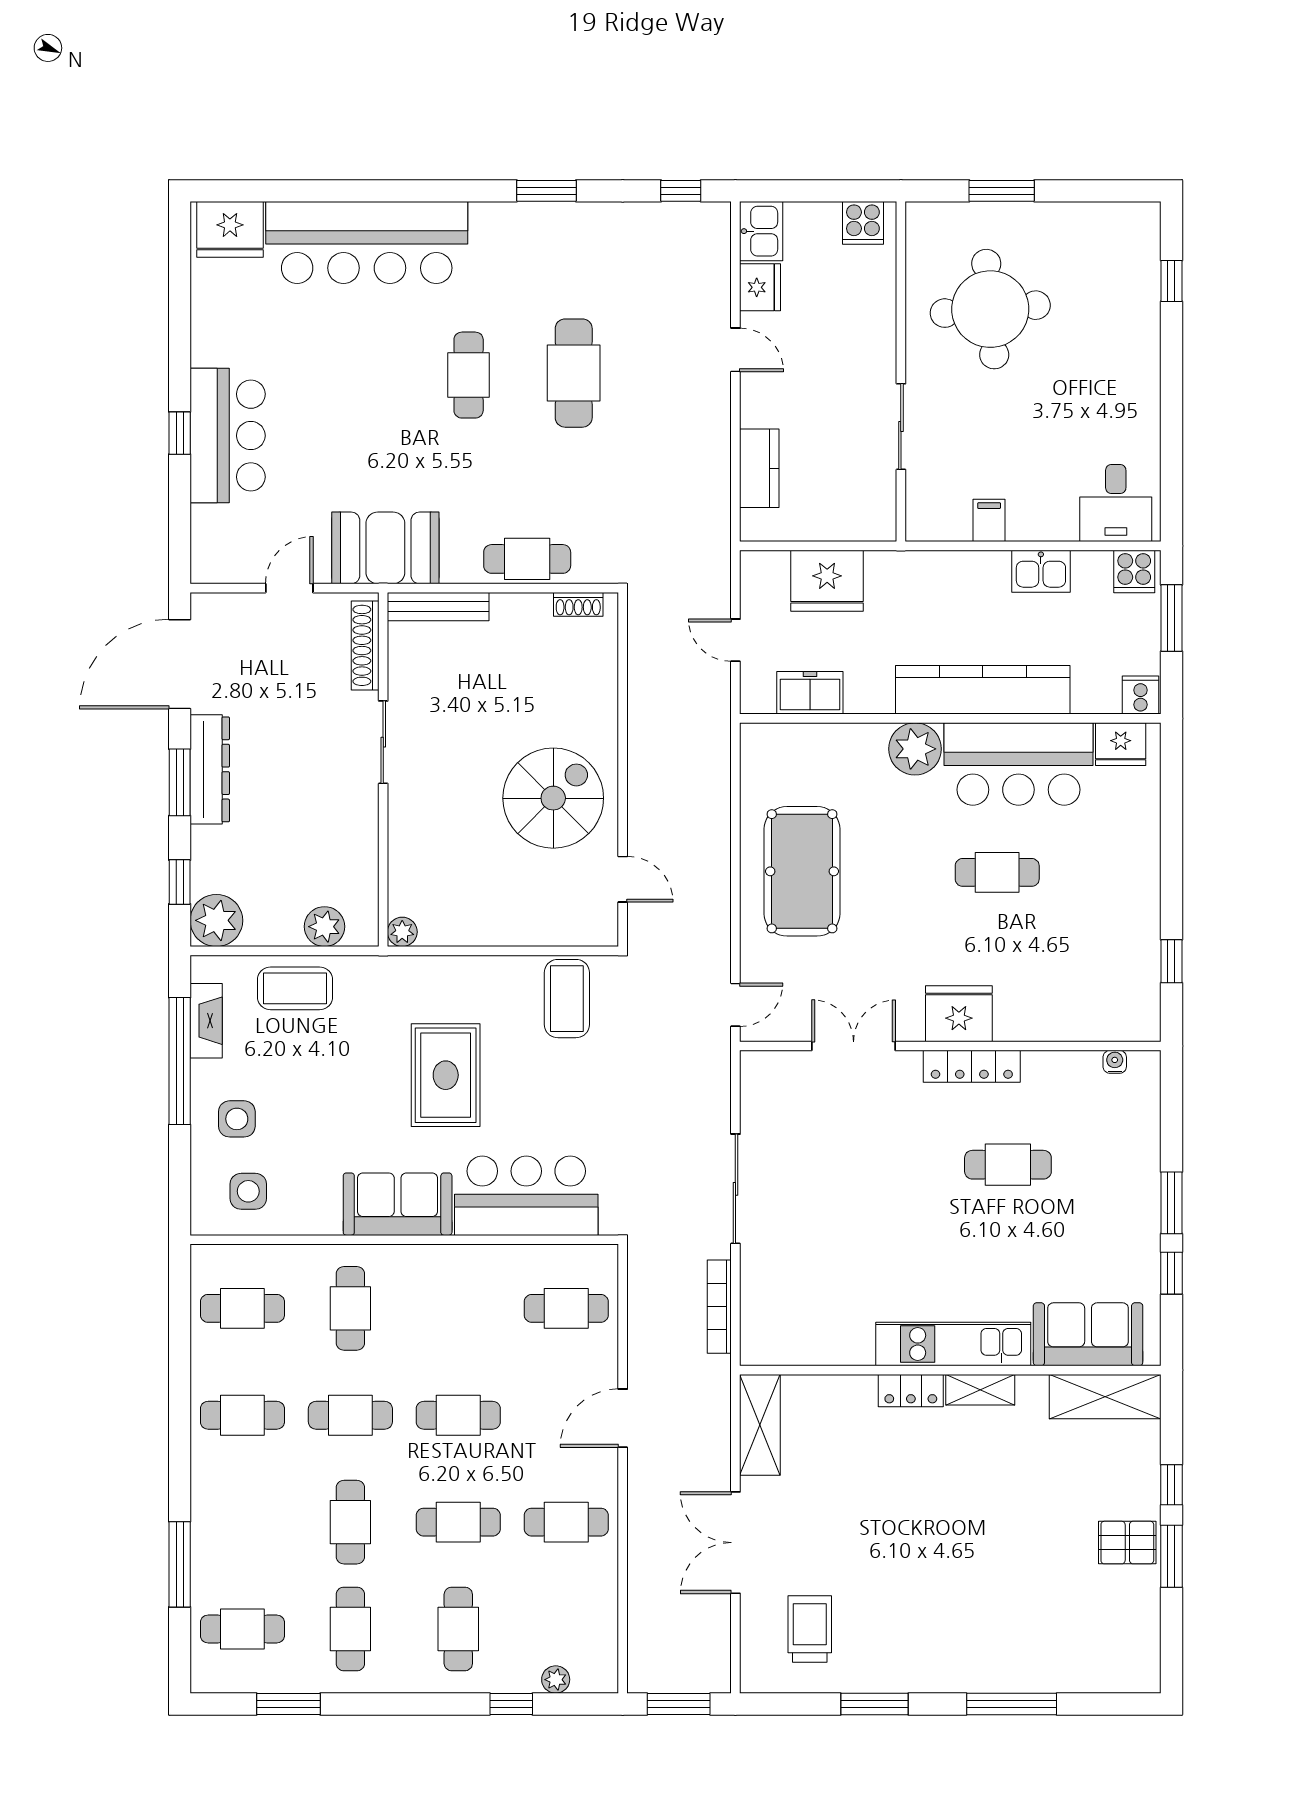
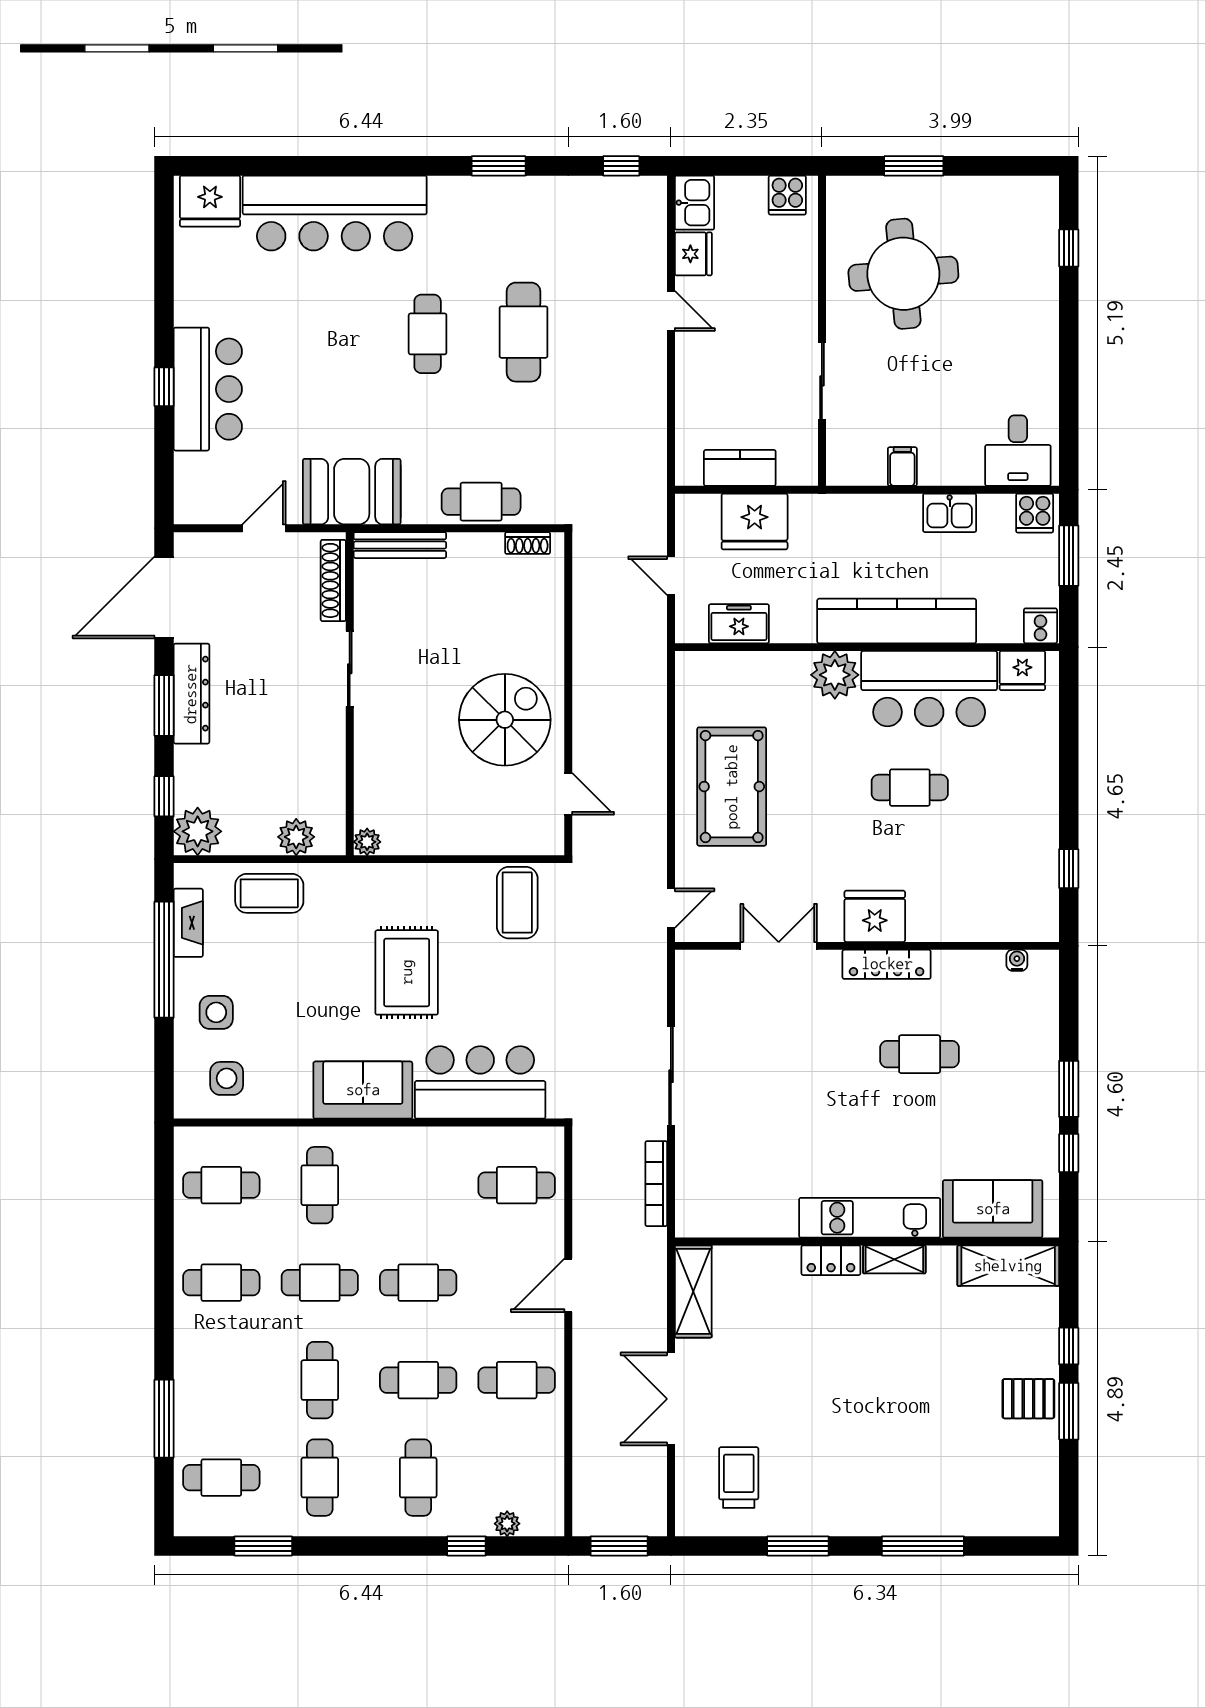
kitchen counter: (759, 468) -> (740, 468), moved, turned -90

